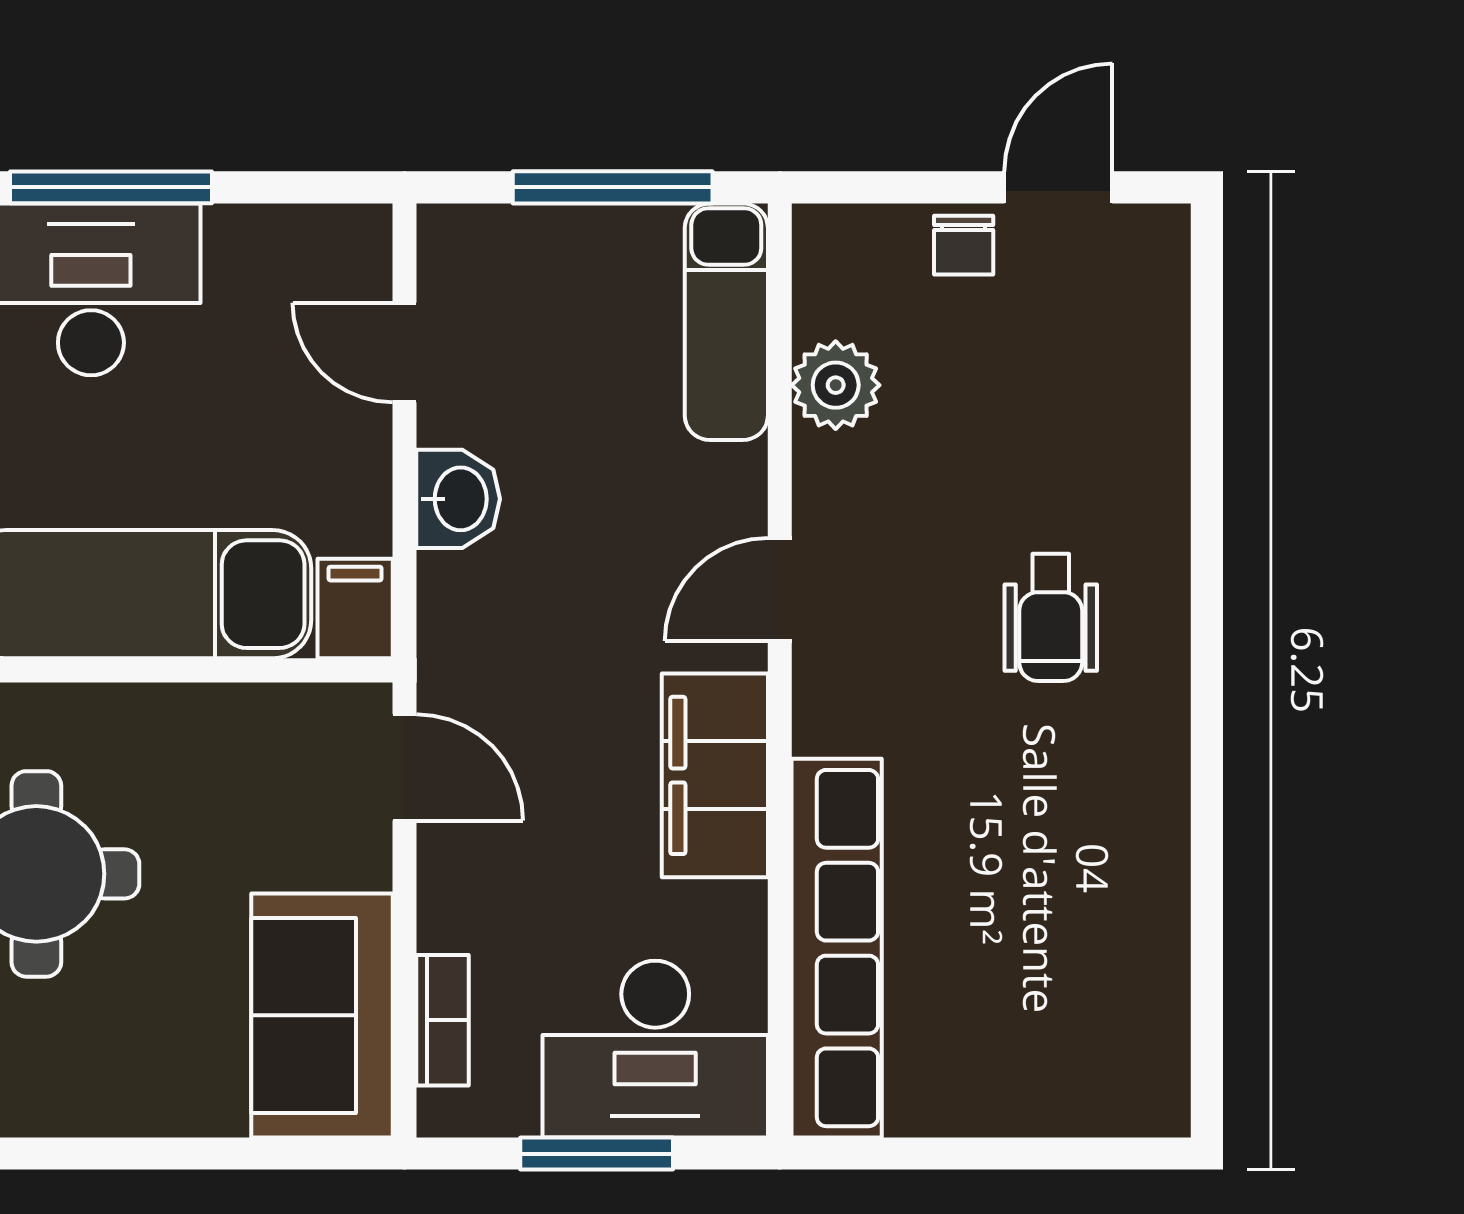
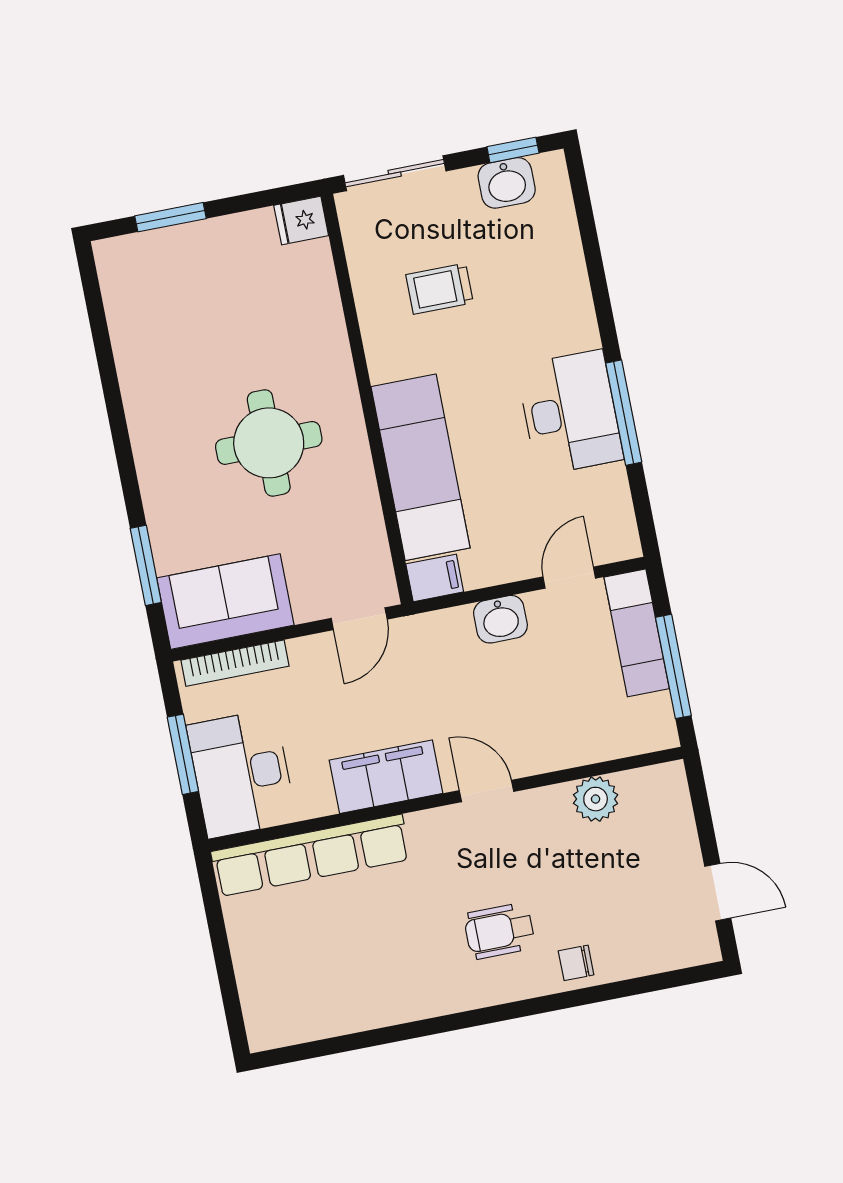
chair: (964, 245) -> (576, 963), moved
exam couch: (726, 322) -> (637, 633), moved, turned -90
bookcase: (443, 1020) -> (235, 663), width x1.56
window: (223, 1154) -> (146, 565), added

